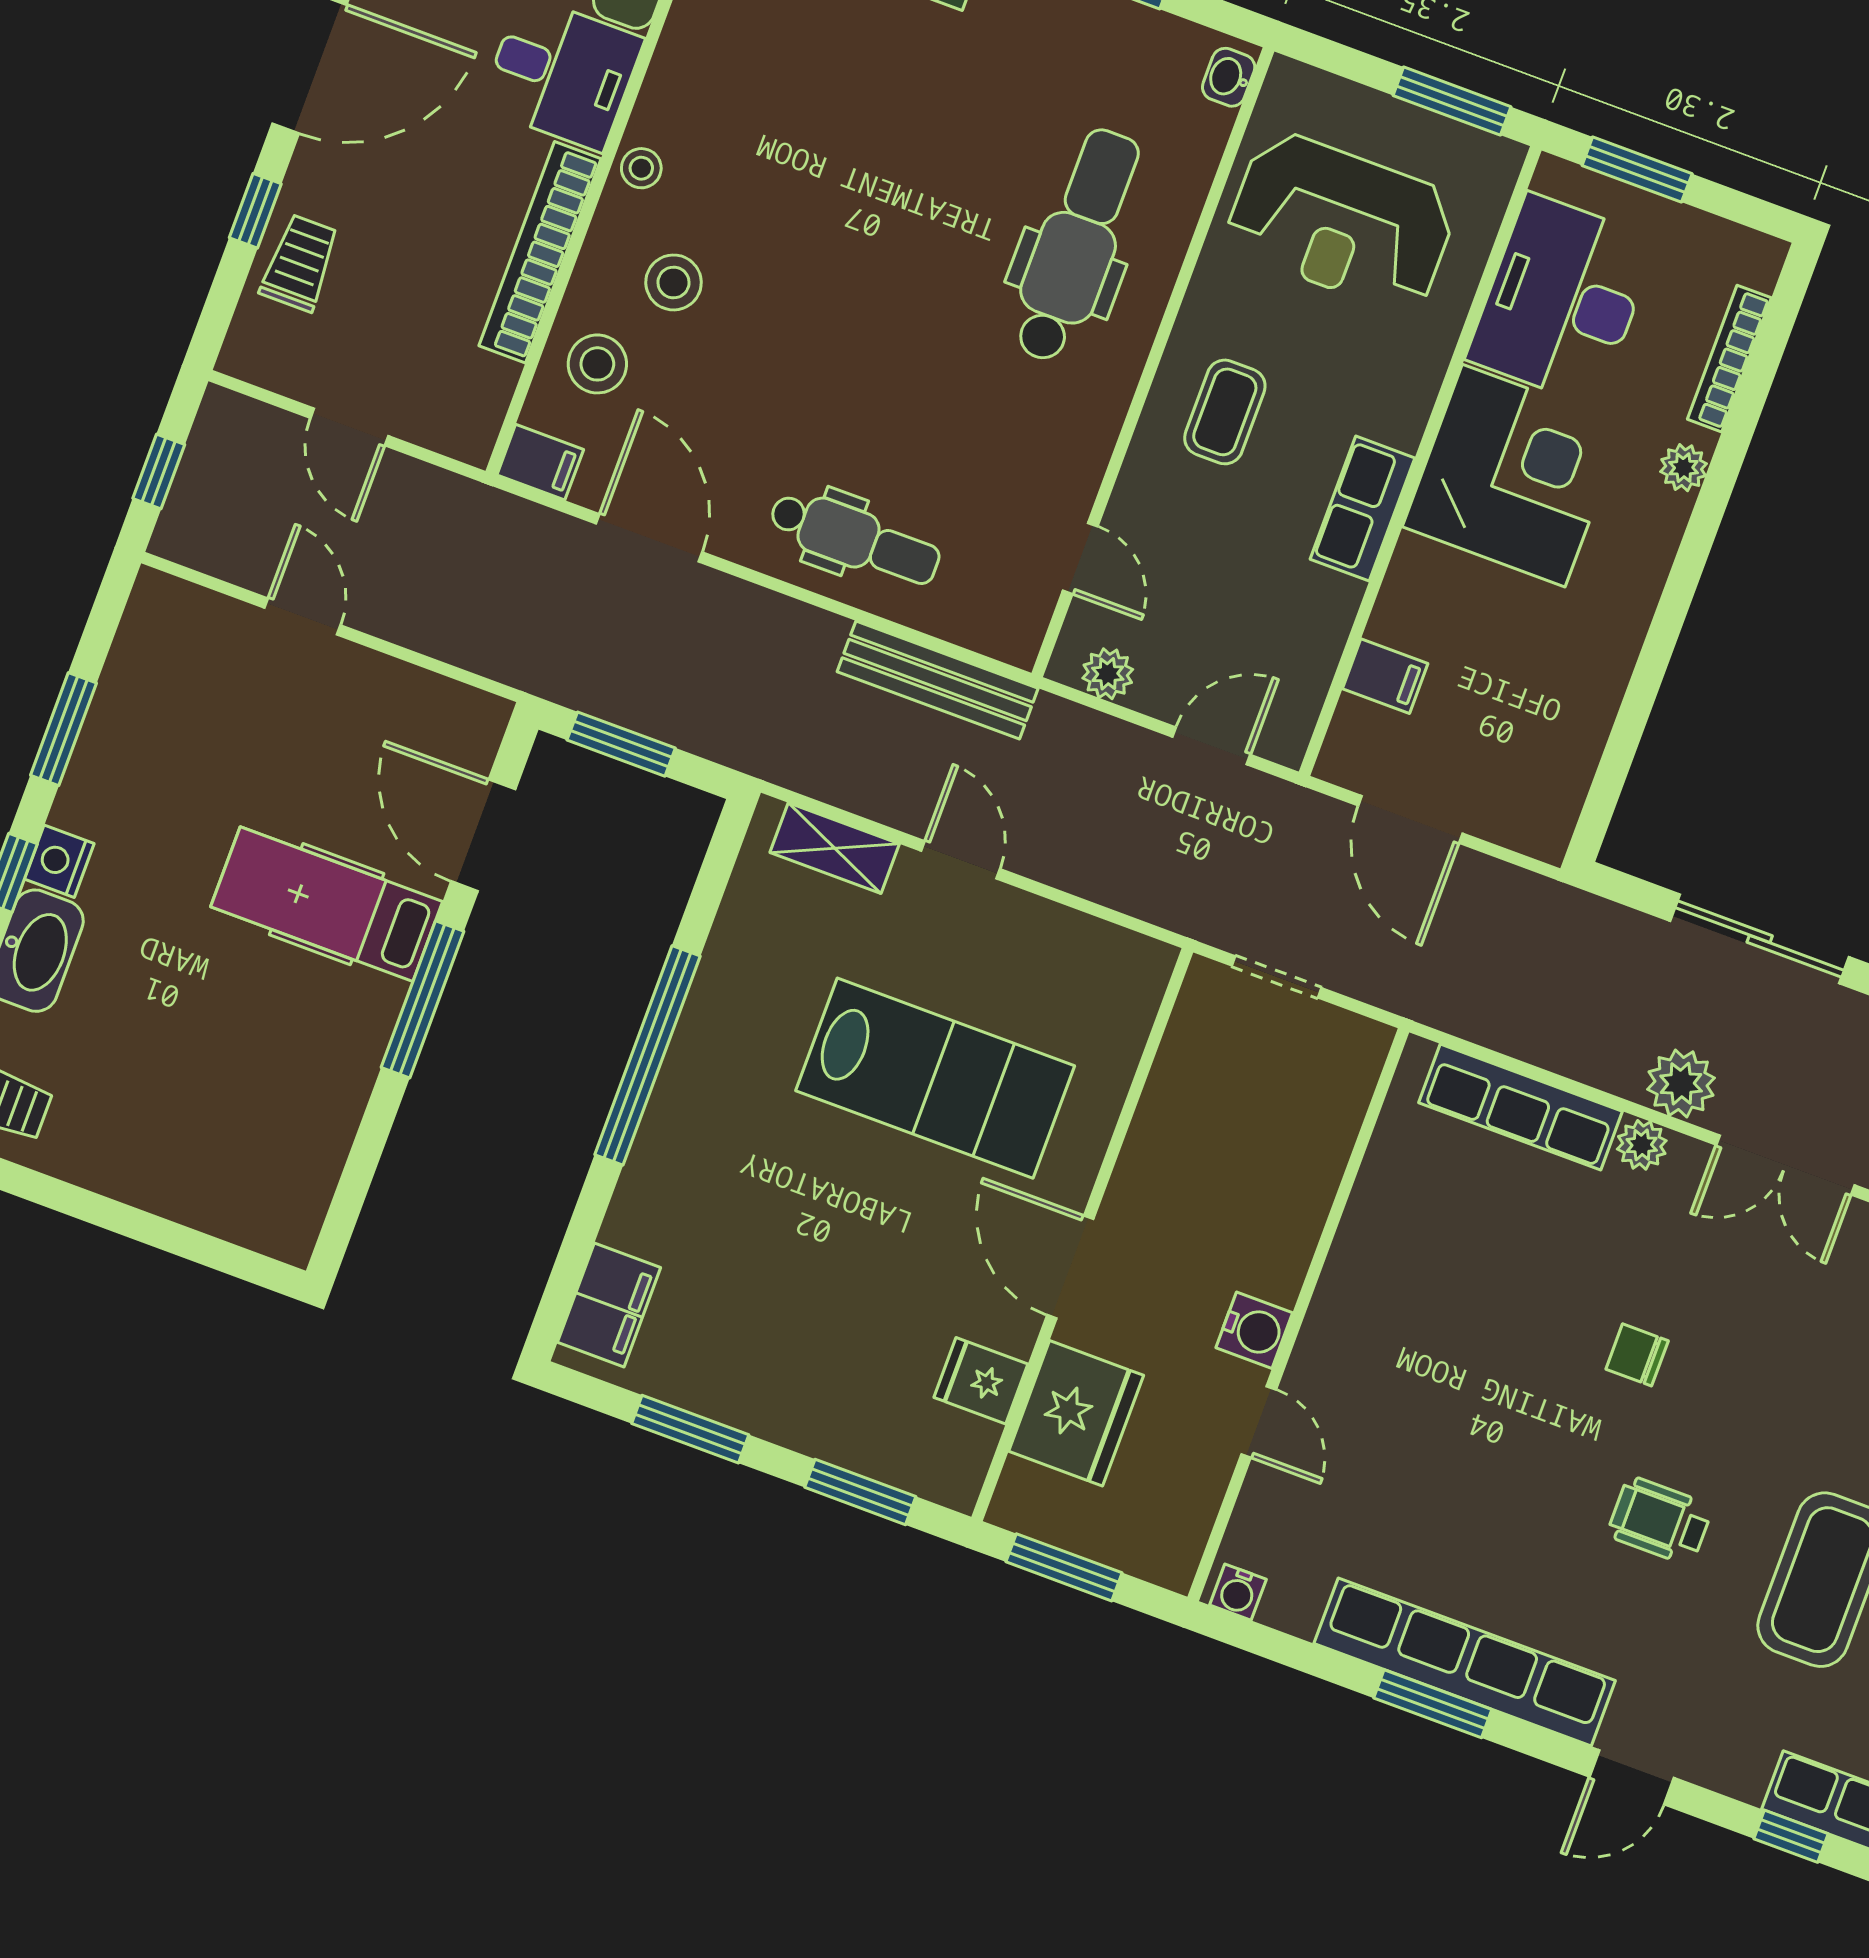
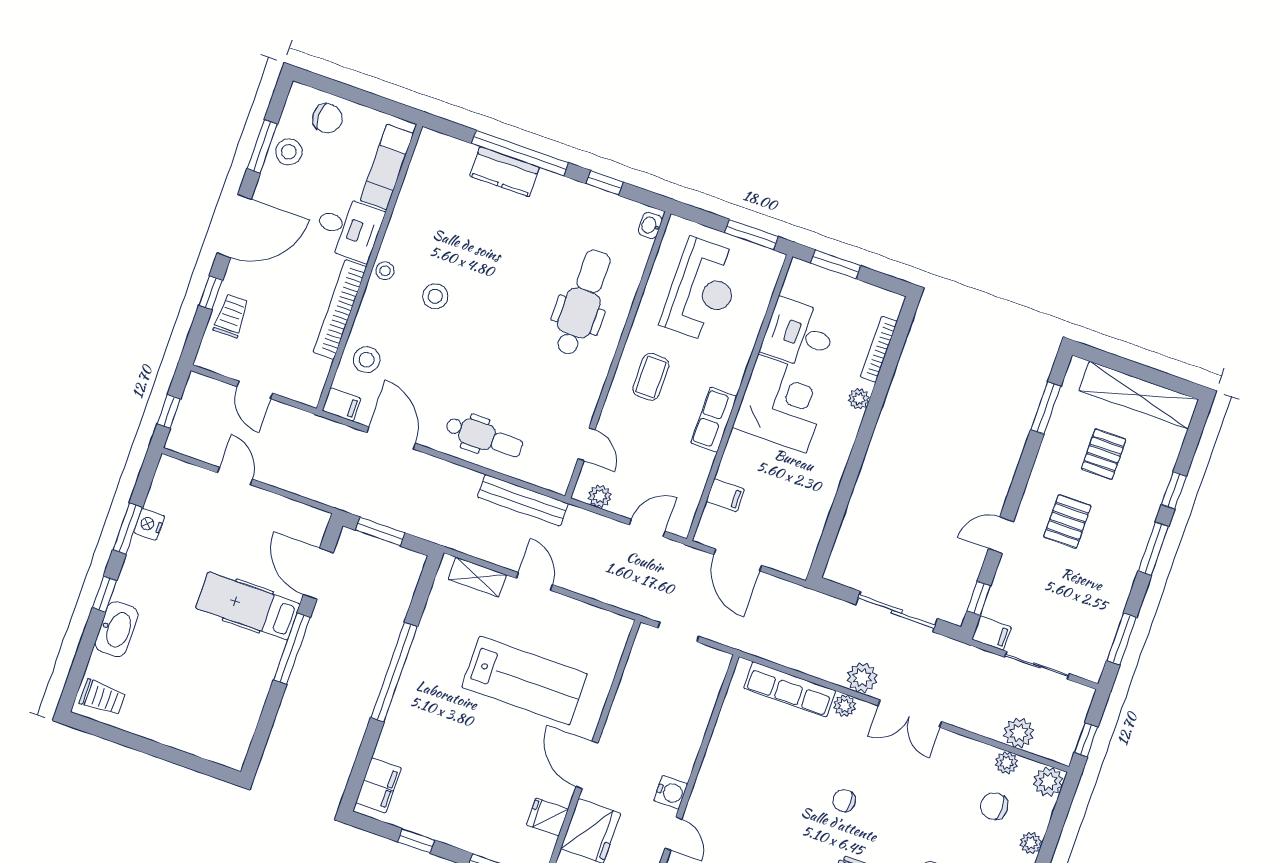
reception desk: (1341, 222) -> (702, 290), turned -90
stool: (674, 282) -> (435, 296), moved
desk: (1562, 299) -> (799, 334), width x0.73
nightstand: (59, 861) -> (149, 524), moved
window: (690, 1429) -> (416, 841), width x0.67

